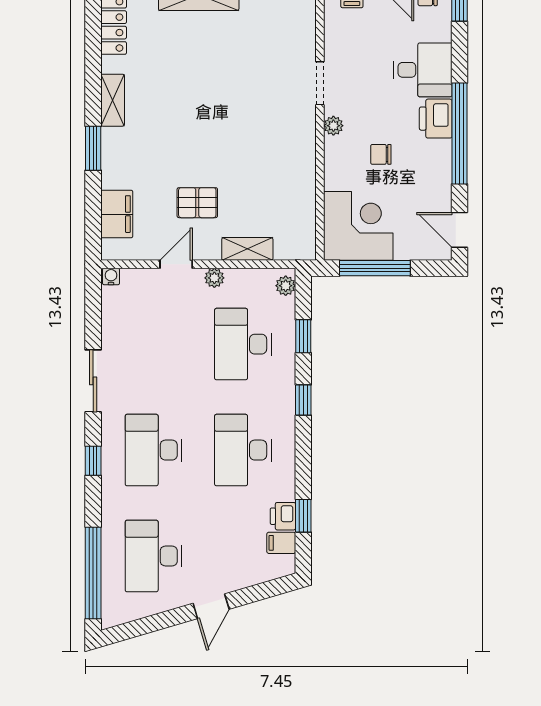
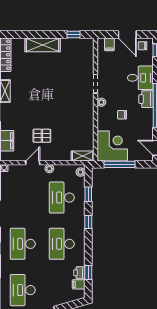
shelving: (247, 249) -> (83, 156), moved

